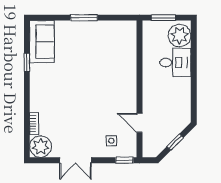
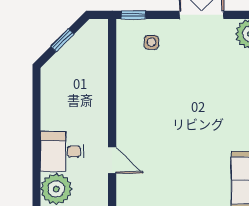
door: (140, 123) -> (112, 160), moved

